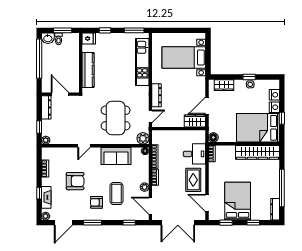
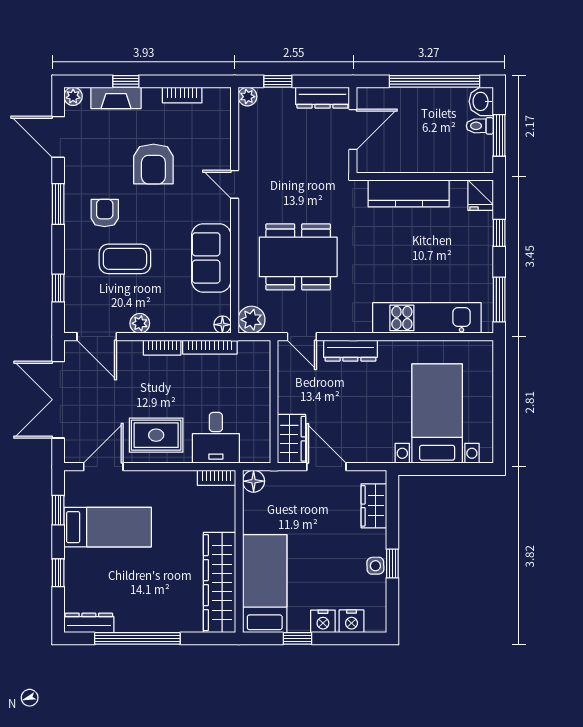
bed: (258, 128) -> (265, 584), width x0.67
bed: (238, 201) -> (108, 527), width x0.67
door: (150, 206) -> (97, 337), swing flipped

